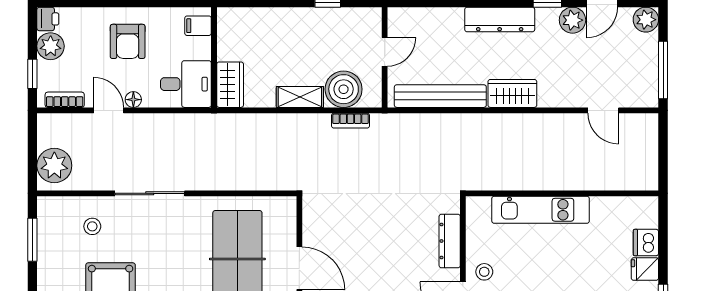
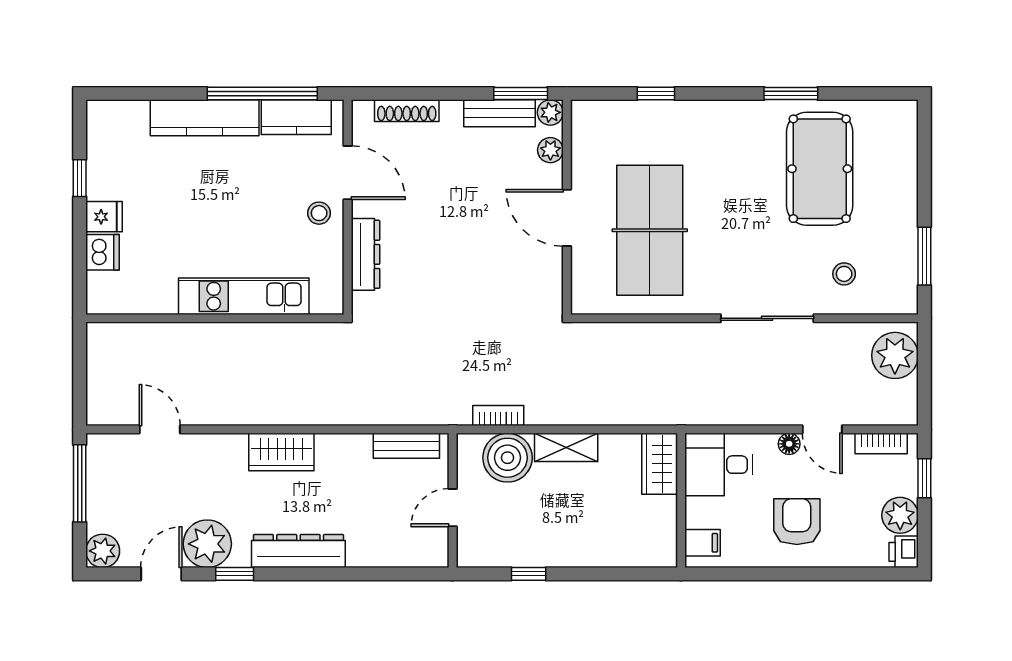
plant: (572, 20) -> (207, 544), width x1.36, depth x1.36
bench: (440, 96) -> (406, 446), width x0.54, depth x0.82

